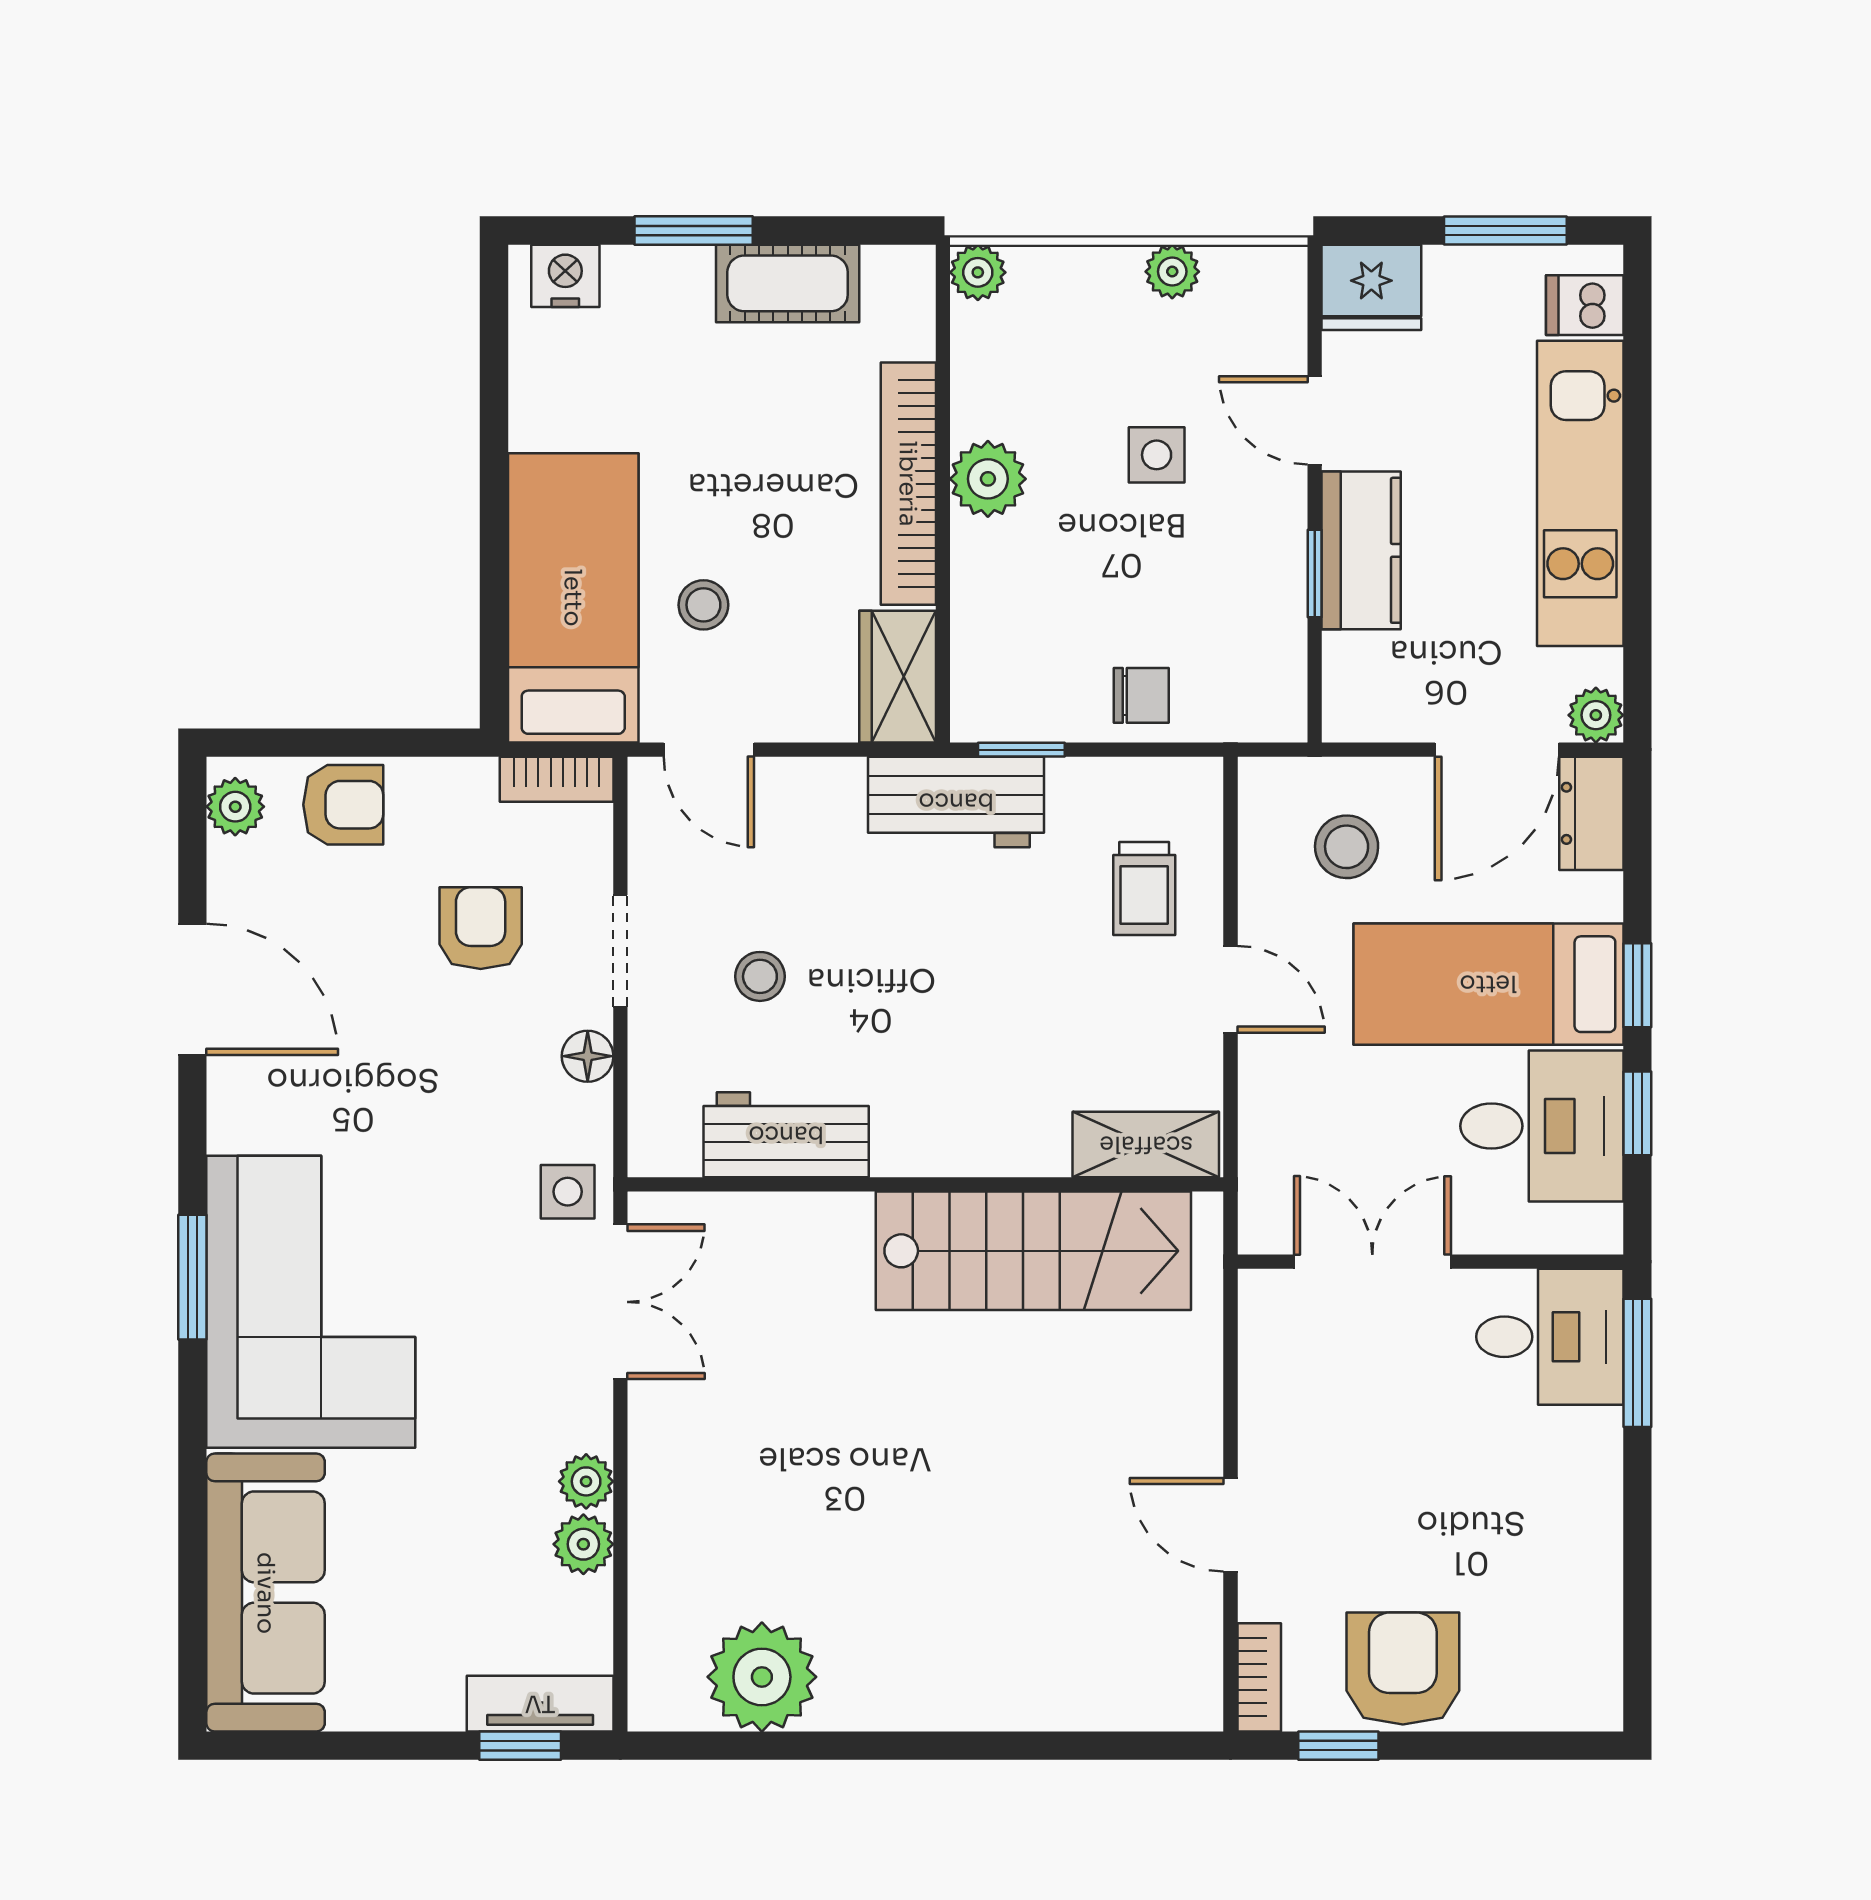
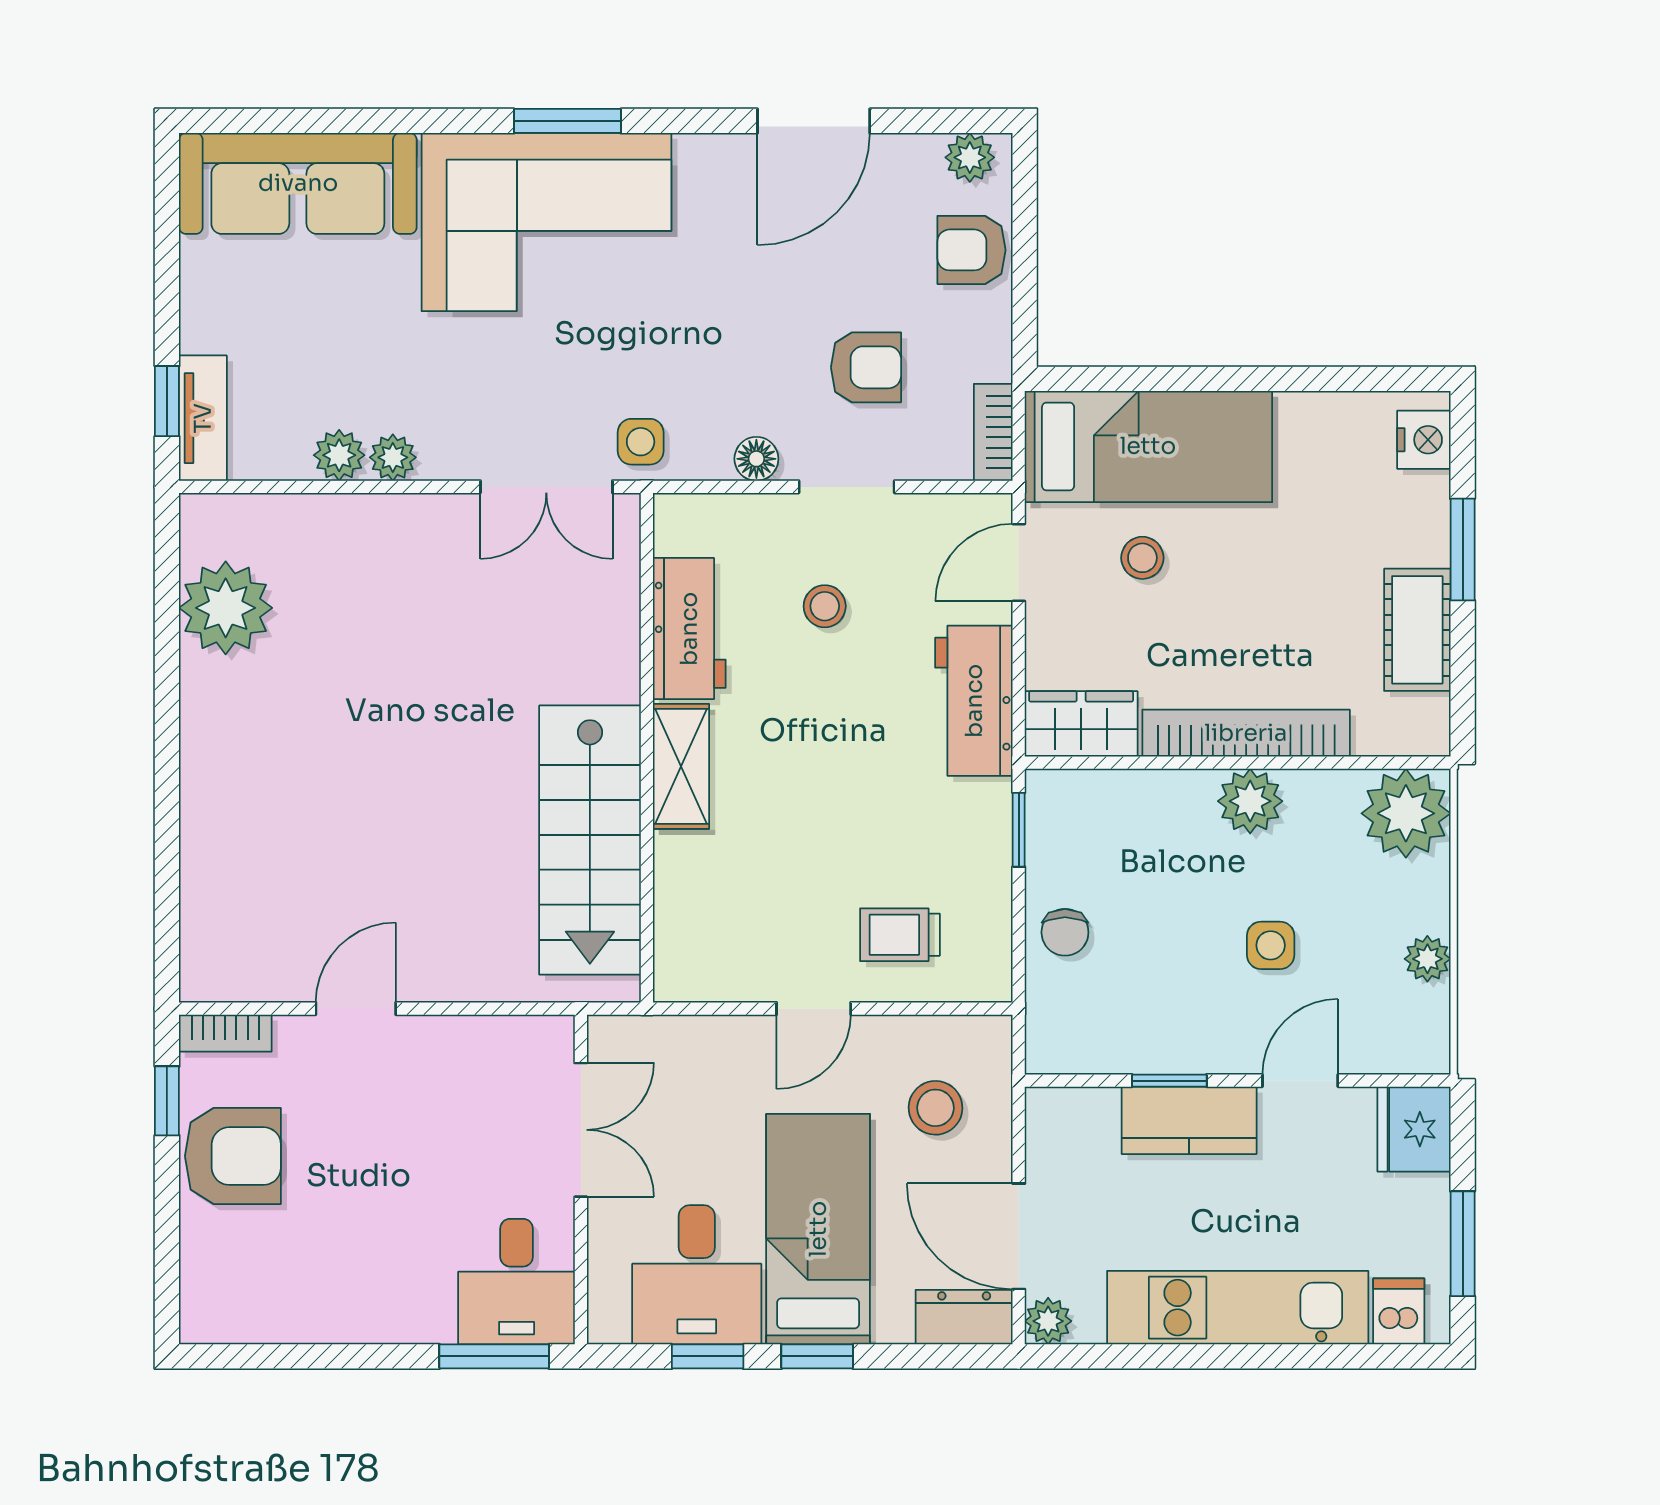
plant: (978, 272) -> (1406, 813), width x1.88, depth x1.88
workbench: (956, 802) -> (974, 701), moved
armchair: (343, 805) -> (971, 250), turned 90
shelving: (1146, 1145) -> (681, 766), moved

